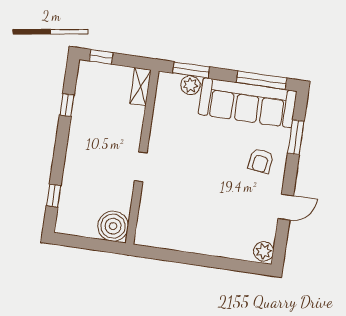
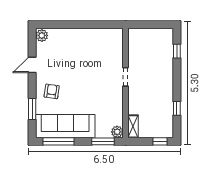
plant: (190, 85) -> (117, 132), moved
boiler: (113, 226) -> (137, 38), removed

